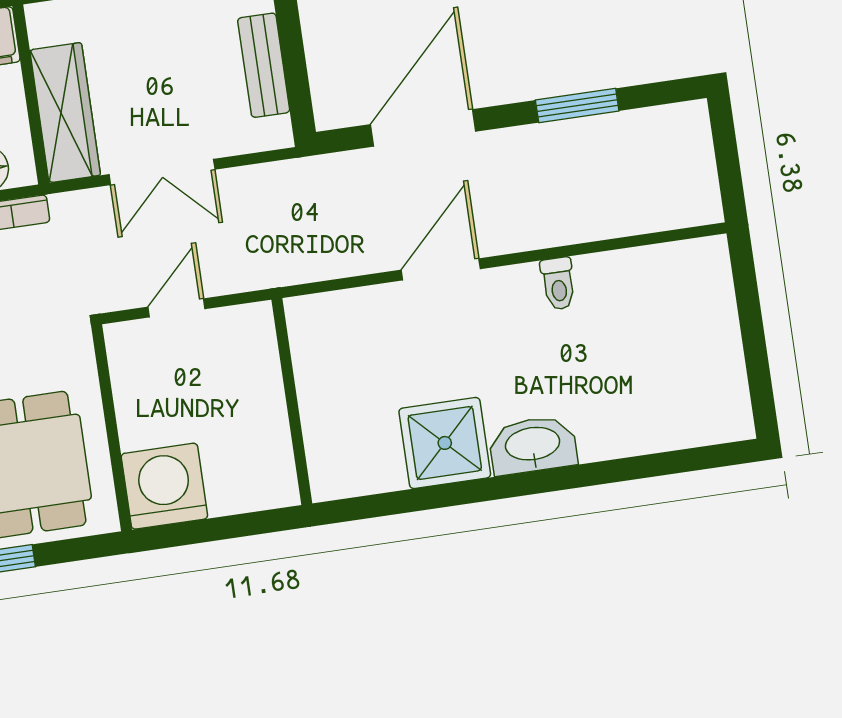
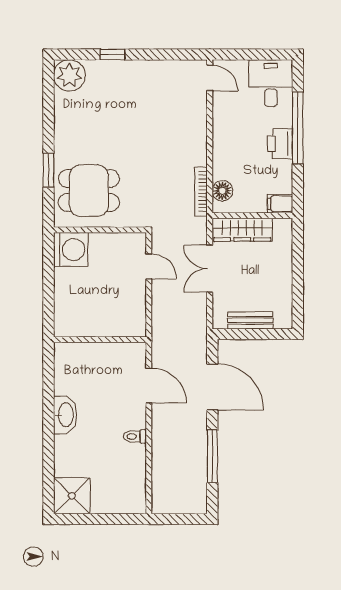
window: (577, 105) -> (212, 456), width x1.44
wall: (292, 402) -> (100, 340), moved
shower: (445, 443) -> (72, 496), moved

